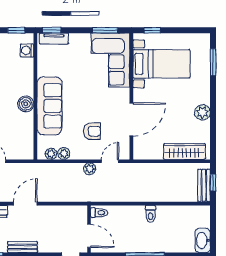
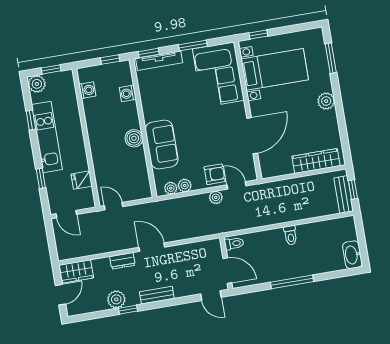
window: (105, 30) -> (193, 46), moved
tv unit: (54, 39) -> (159, 61), width x1.41
washing machine: (27, 50) -> (128, 93), moved
sofa: (49, 106) -> (162, 144), width x0.73
plant: (202, 112) -> (326, 101), moved
armchair: (92, 131) -> (215, 174), moved
door: (110, 161) -> (236, 185), hinge flipped
door: (25, 204) -> (152, 247), hinge flipped

